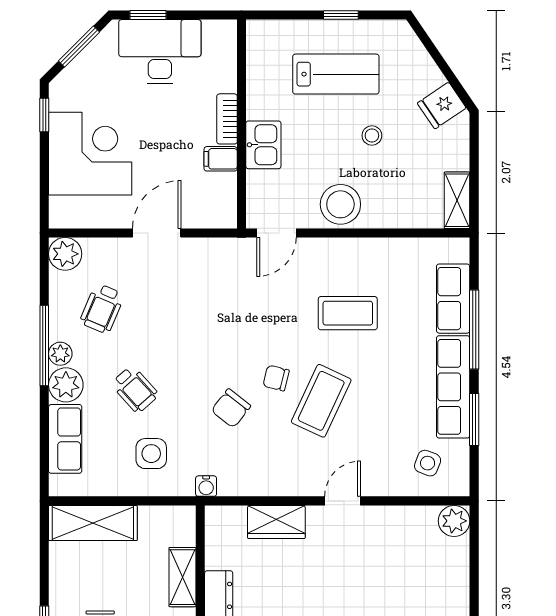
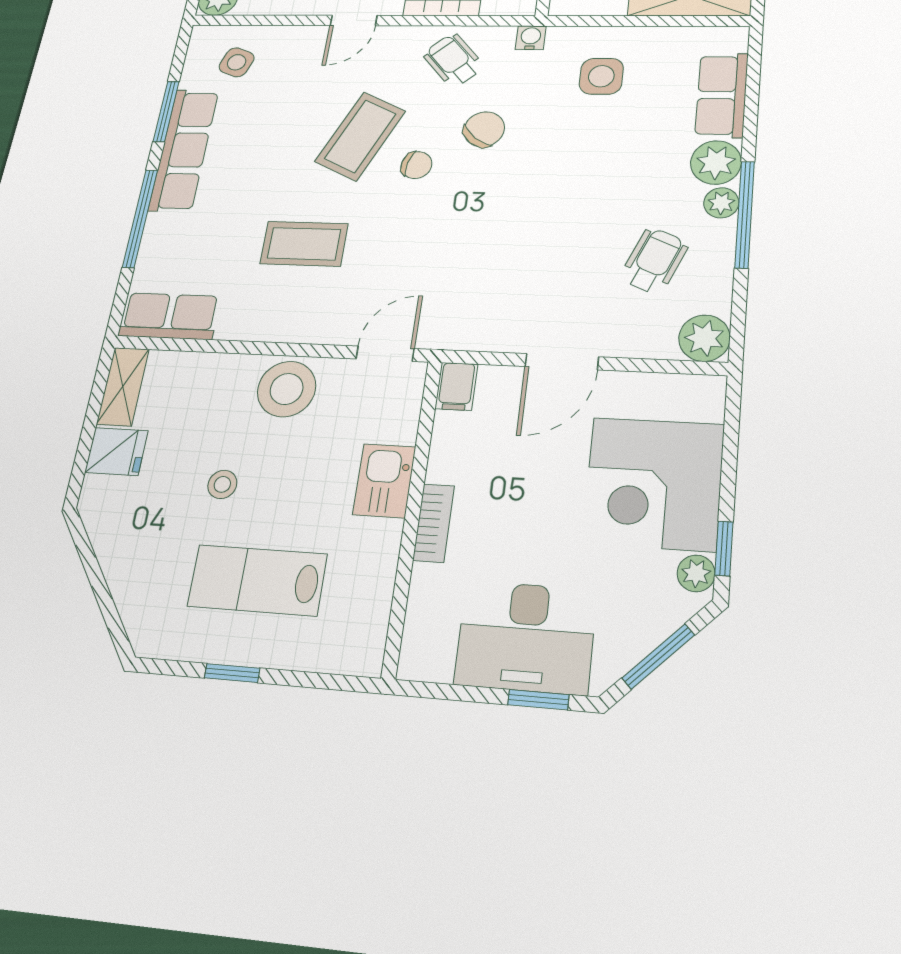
plant: (60, 98) -> (696, 573), added
fridge: (442, 105) -> (116, 452), moved, turned 34
filing cabinet: (221, 159) -> (456, 386), moved, turned 90
row of seats: (453, 299) -> (169, 316), moved, turned -90
wheelchair: (135, 389) -> (453, 60), moved

